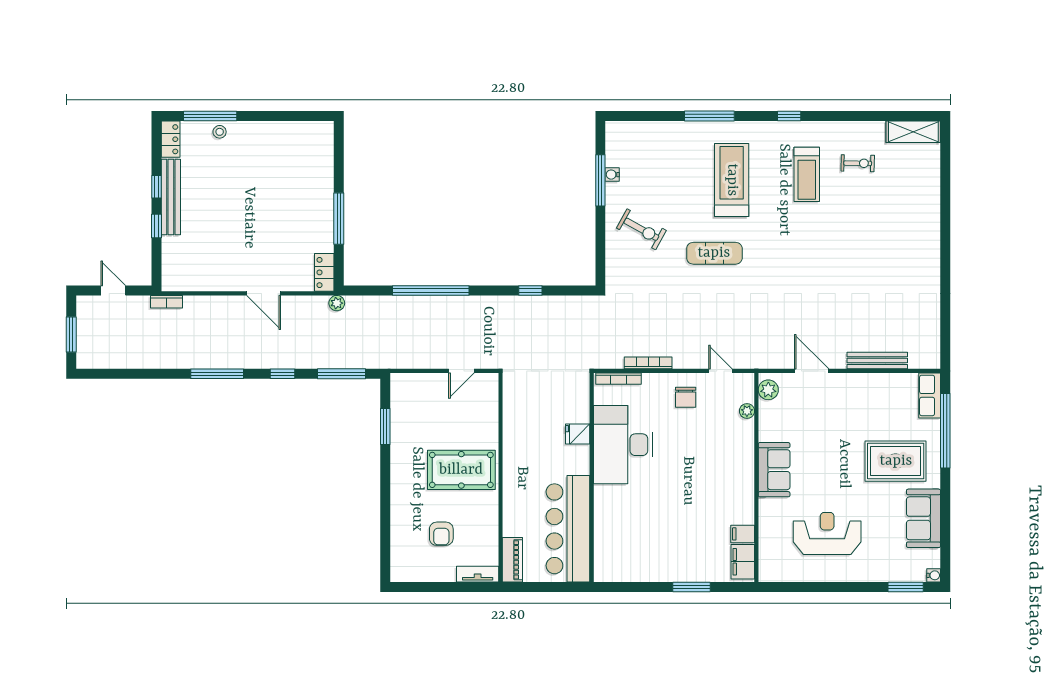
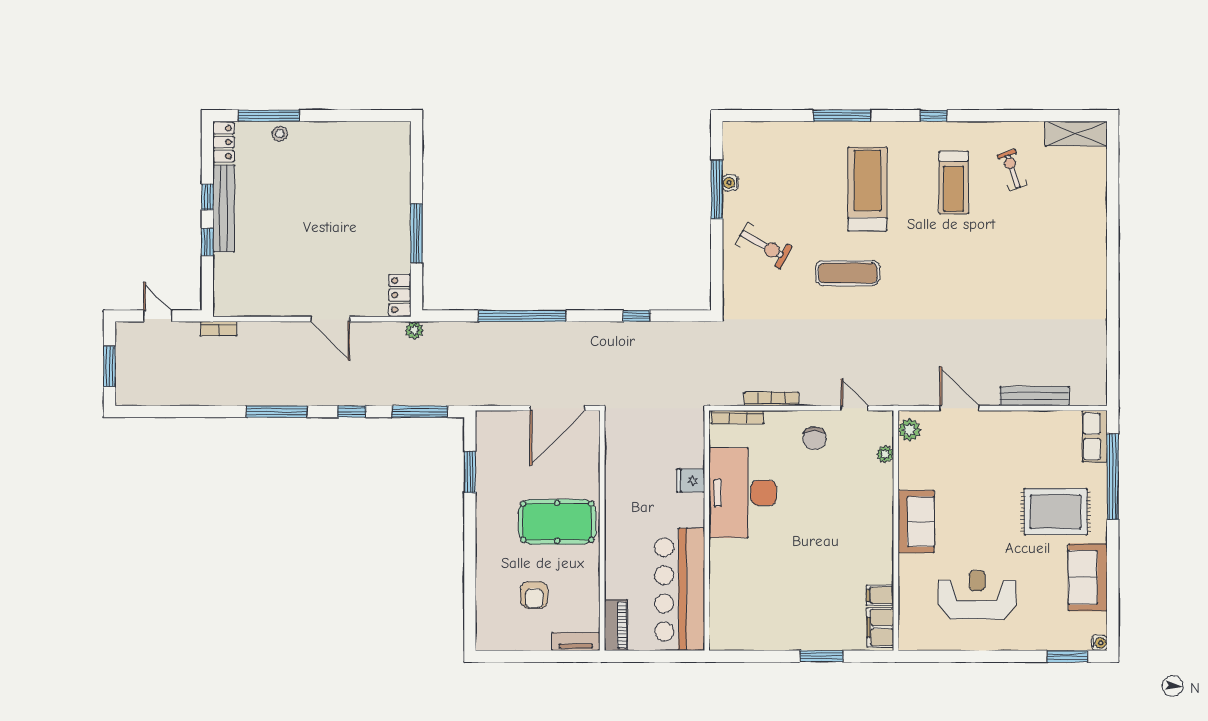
exercise bike: (858, 163) -> (1012, 170), turned -110
door: (461, 371) -> (557, 408), width x1.88

